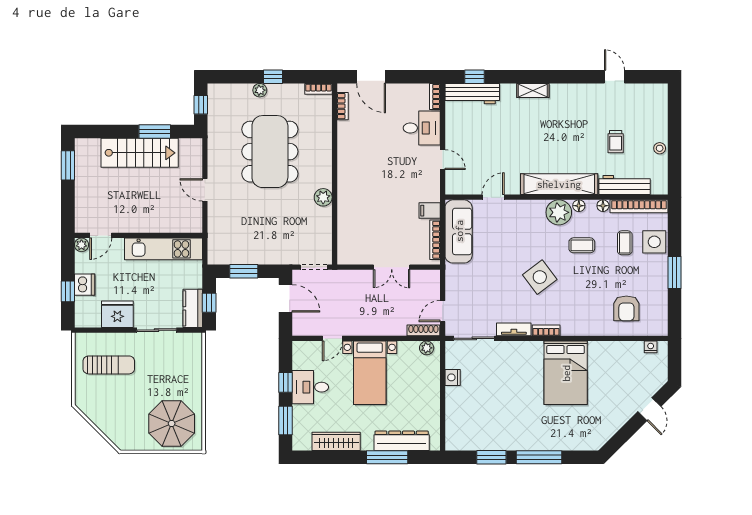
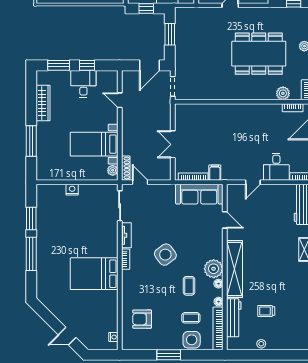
plant: (323, 197) -> (283, 93), moved
bed with nightstands: (370, 373) -> (94, 144), moved
nightstand: (453, 377) -> (72, 190), moved
dresser: (402, 441) -> (43, 152), removed

